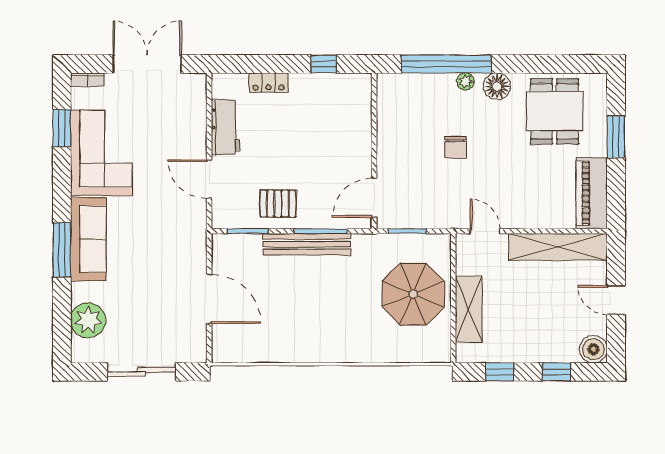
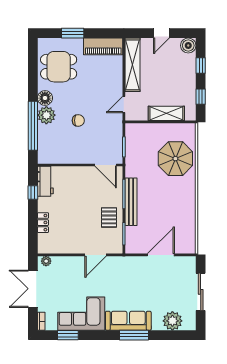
plant: (465, 81) -> (46, 115), width x1.88, depth x1.88
plant: (198, 88) -> (46, 261), added
workbench: (226, 127) -> (45, 181), moved, turned 90
parasol: (413, 294) -> (175, 159), moved

